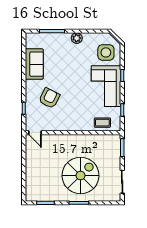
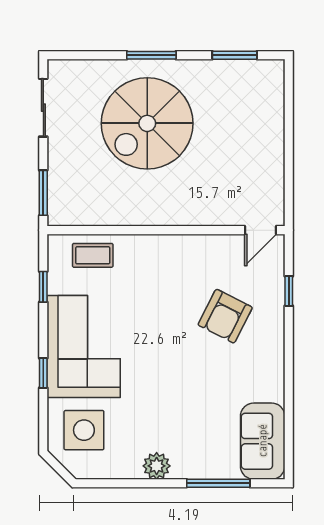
sofa: (34, 64) -> (263, 441), moved
door: (35, 133) -> (260, 230), swing flipped

